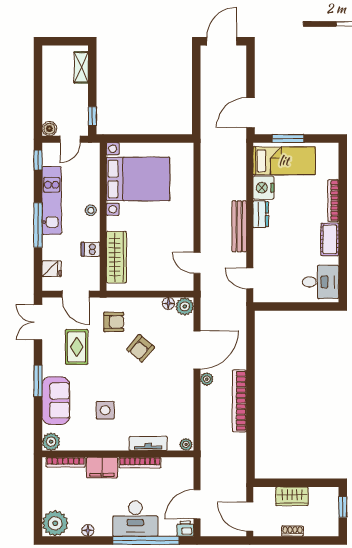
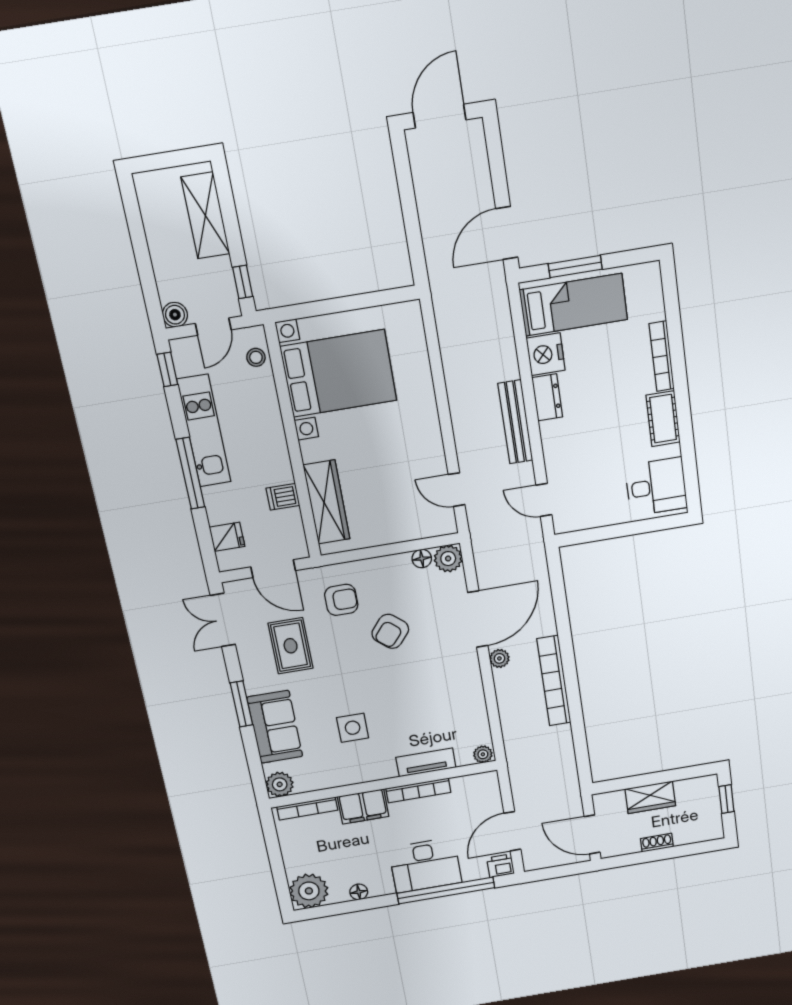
shelving: (81, 67) -> (205, 216), width x1.50, depth x1.33
stool: (91, 210) -> (256, 357), moved

